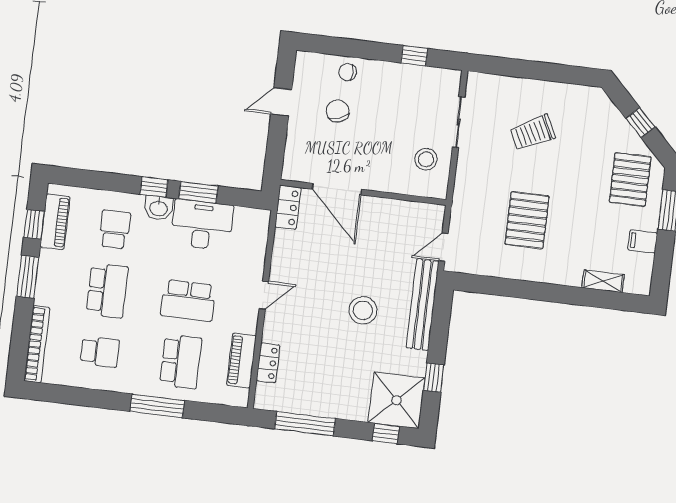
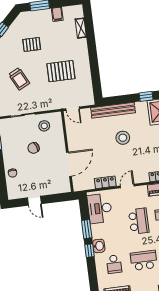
chair: (338, 111) -> (33, 148), moved
pallet: (630, 179) -> (32, 44), moved, width x0.67, depth x0.71
locker: (288, 207) -> (105, 182), moved
desk: (202, 225) -> (100, 208), moved
school desk: (115, 229) -> (114, 264), turned -90
door: (443, 247) -> (73, 109), moved
door: (264, 295) -> (127, 186), hinge flipped

